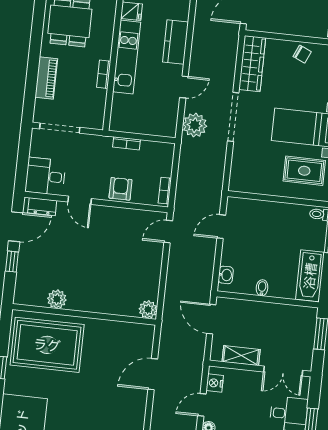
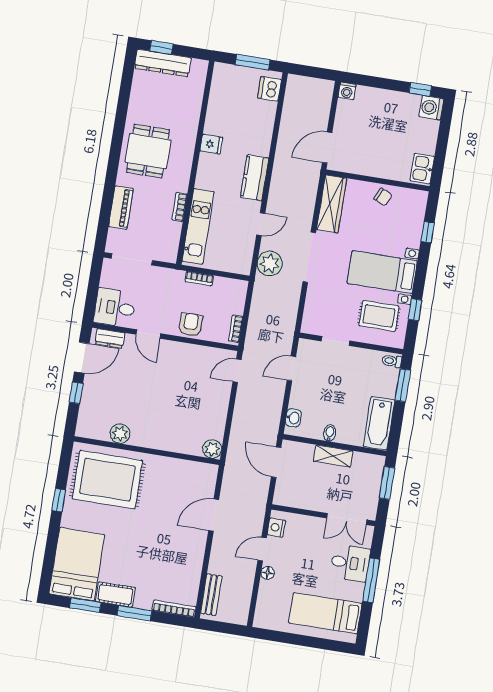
kitchen unit: (127, 57) -> (198, 226), moved
doorway: (263, 197) -> (336, 341), added
shelving: (241, 356) -> (333, 456), moved

